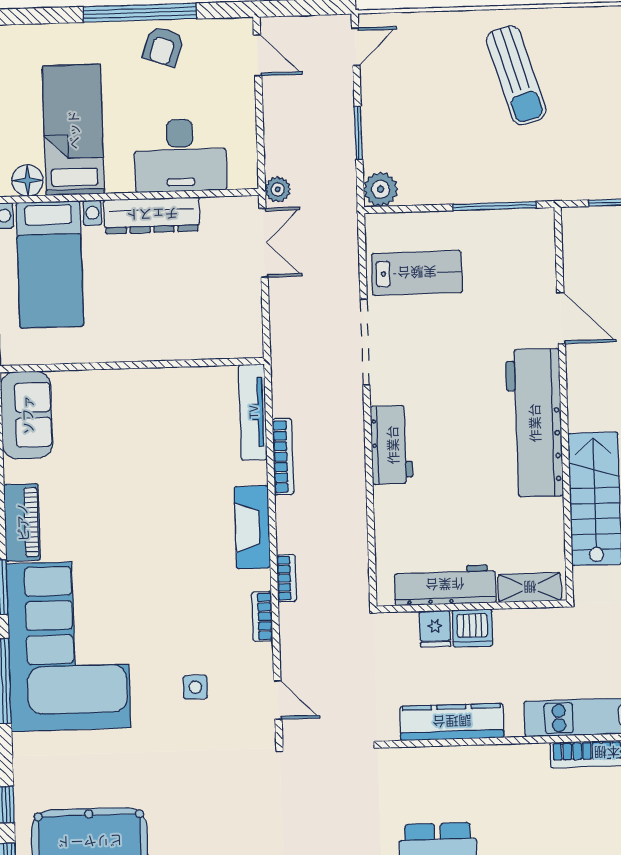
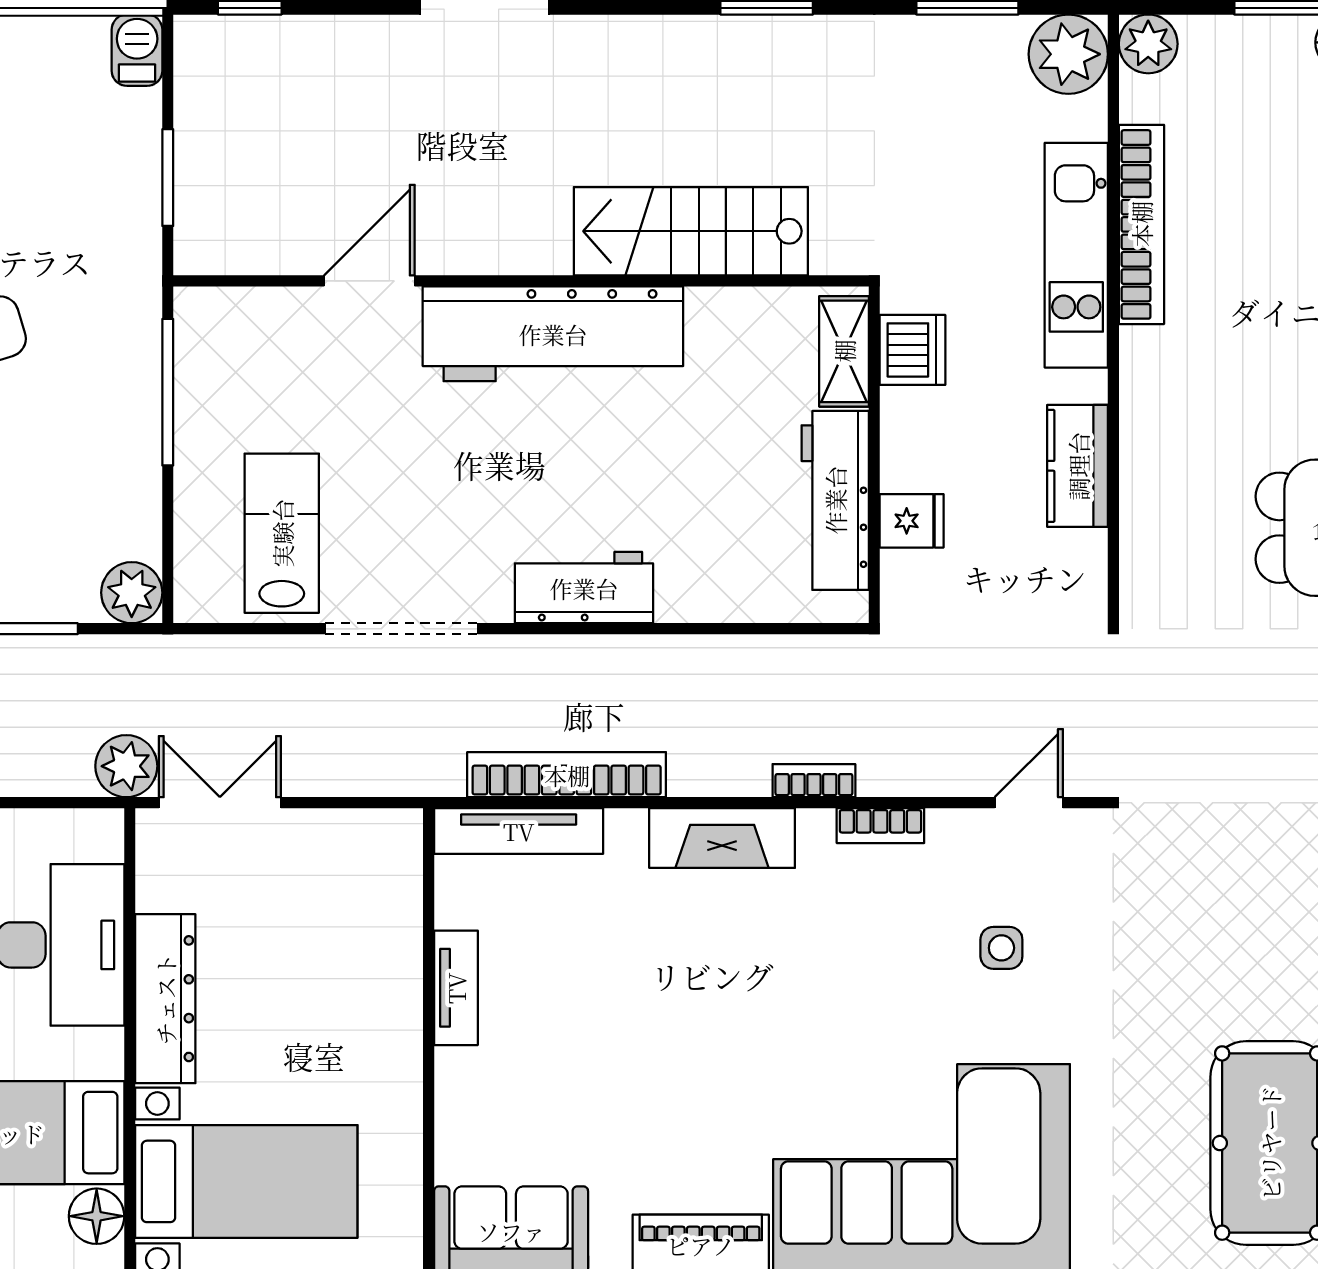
plant: (278, 189) -> (126, 766), width x1.38, depth x1.38
tv unit: (163, 379) -> (456, 988), added
bookcase: (283, 457) -> (567, 775), width x1.48, depth x1.31
dishwasher: (472, 628) -> (912, 350), moved
kitchen counter: (452, 722) -> (1078, 466), width x0.67

